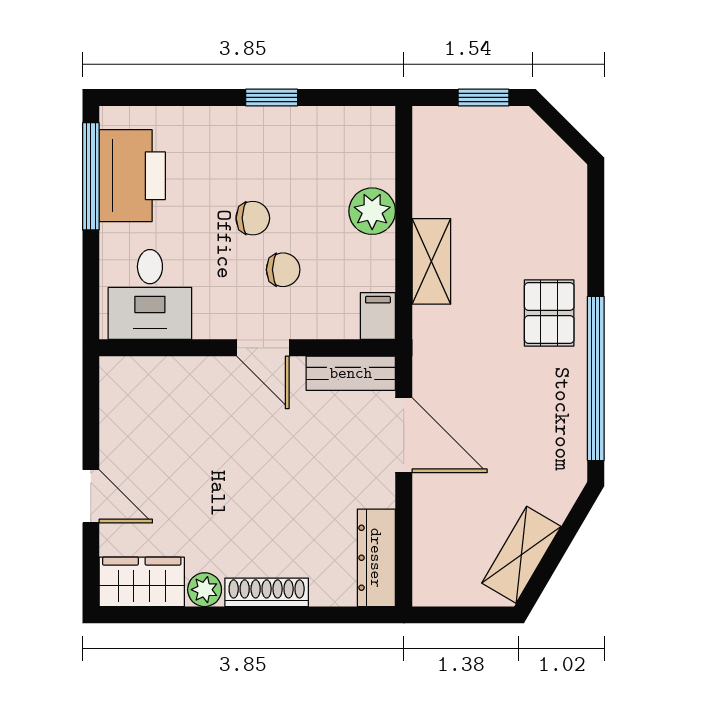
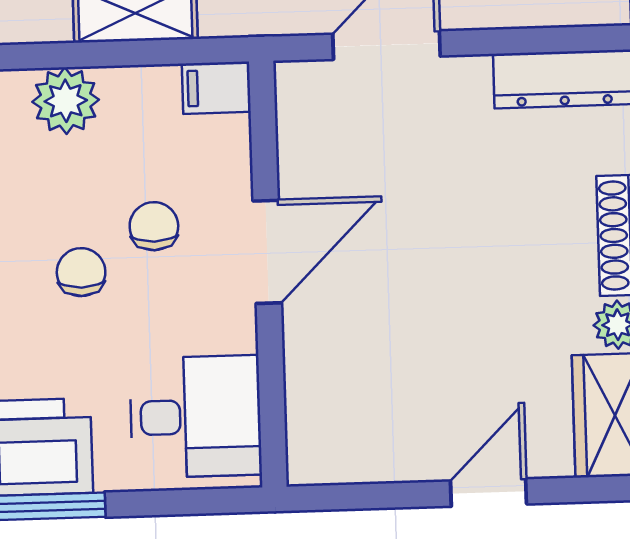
door: (263, 348) -> (267, 252), width x1.38
bench: (351, 373) -> (300, 124), removed

